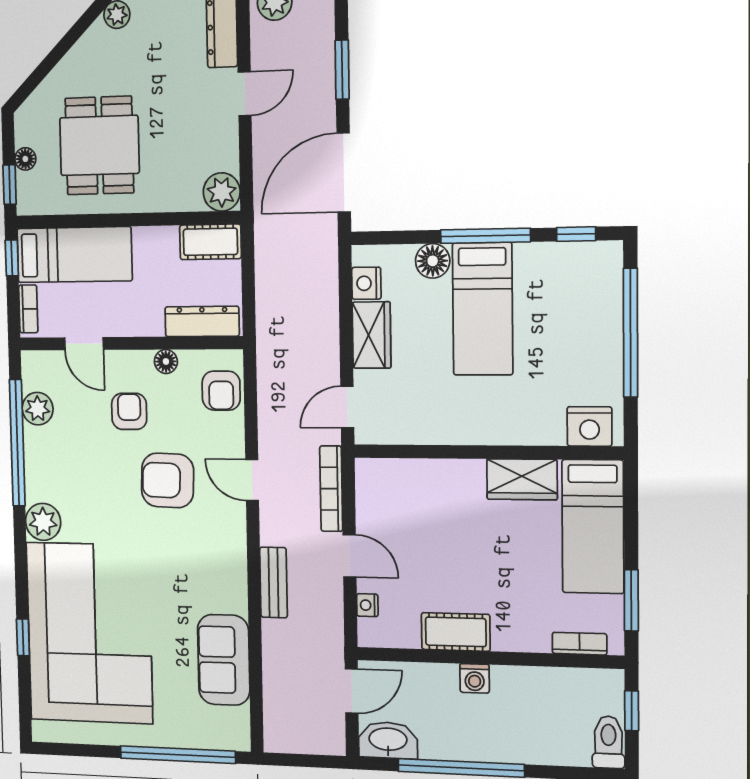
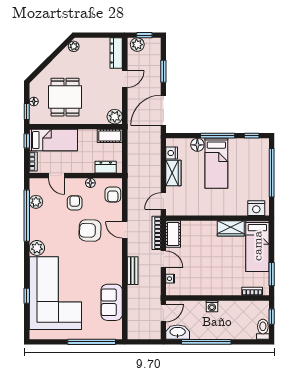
dresser: (202, 321) -> (106, 167), width x0.70
cot: (456, 632) -> (173, 234), moved, turned 90

